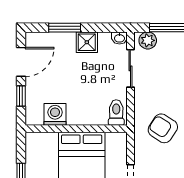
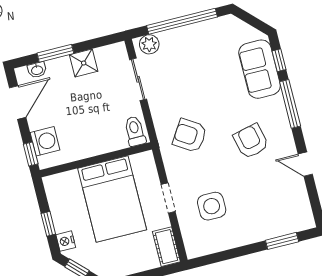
washbasin: (119, 38) -> (37, 70), moved
window: (21, 96) -> (31, 154), moved
washing machine: (55, 114) -> (45, 141), moved, turned 90

